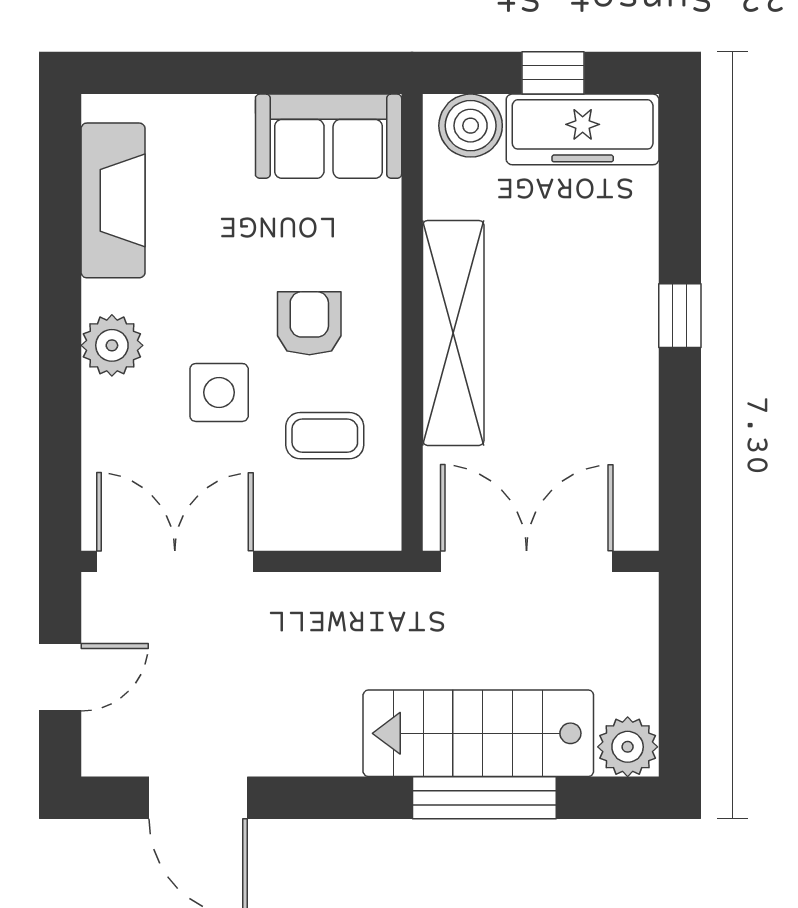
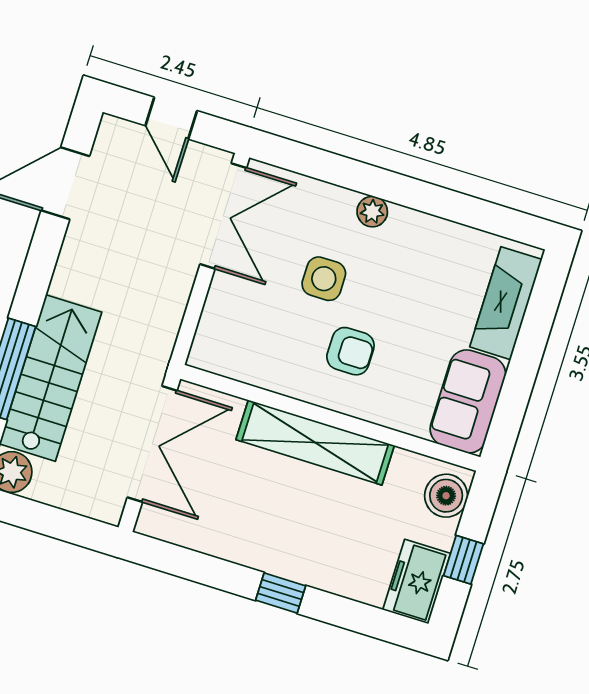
freezer: (583, 129) -> (417, 582), width x0.71
fireplace: (113, 200) -> (506, 303), moved, turned 90
plant: (112, 345) -> (372, 212), width x0.73, depth x0.73
coffee table: (325, 436) -> (274, 339), removed

